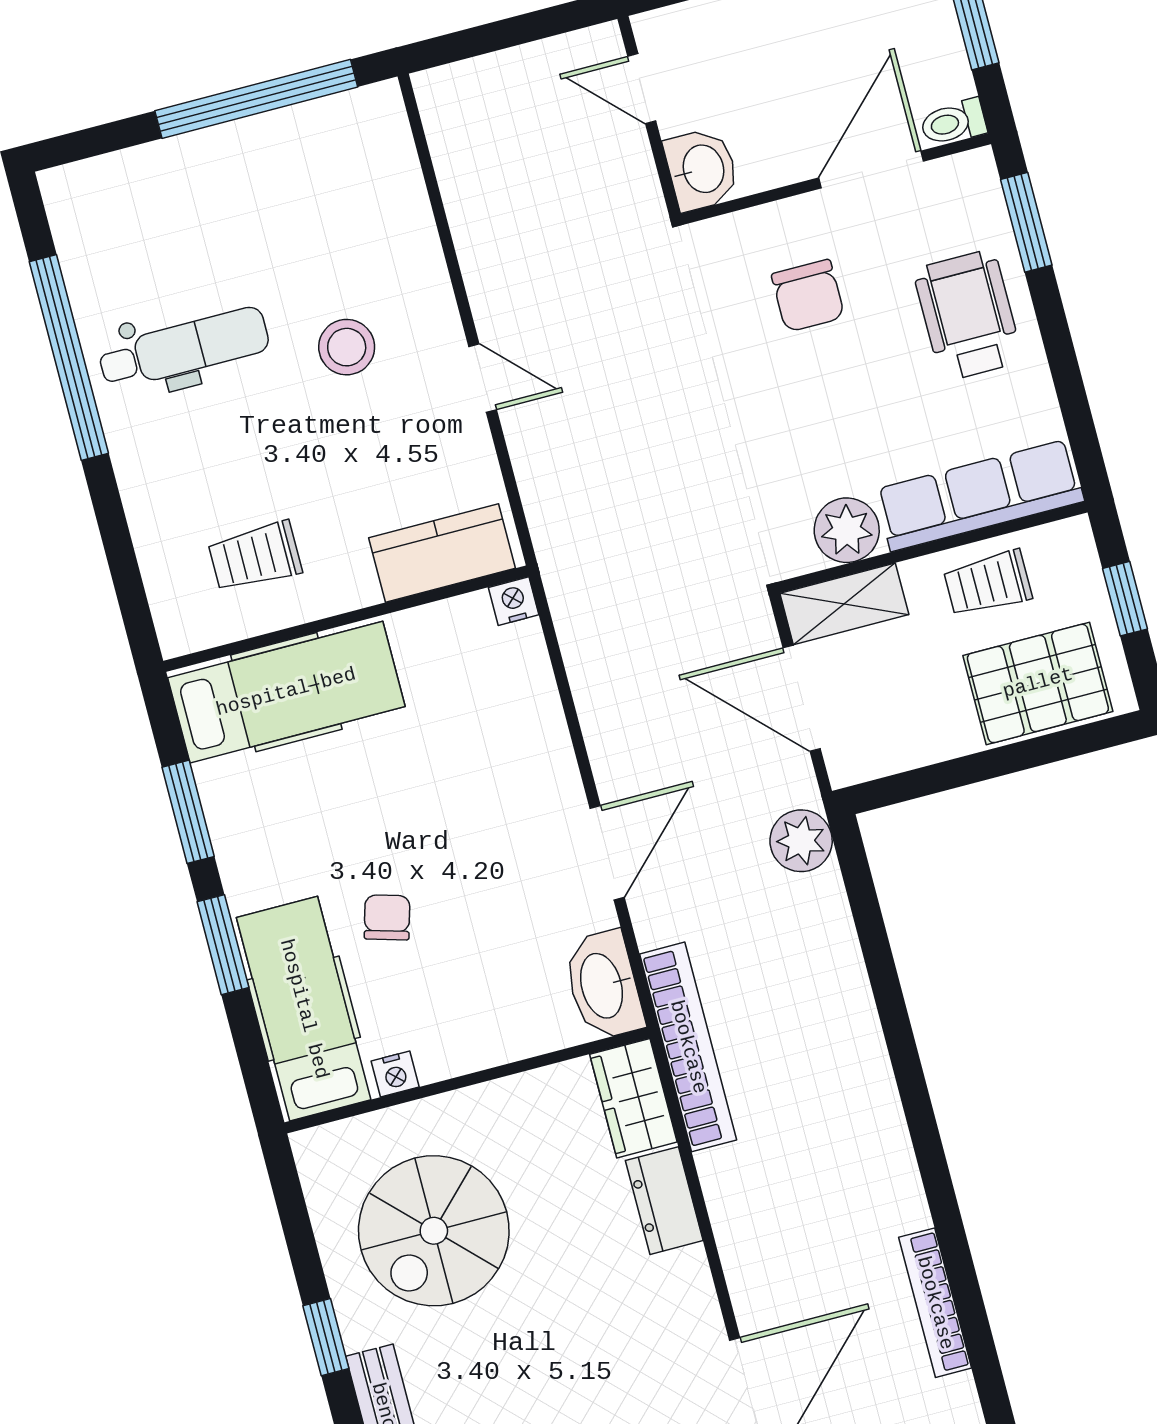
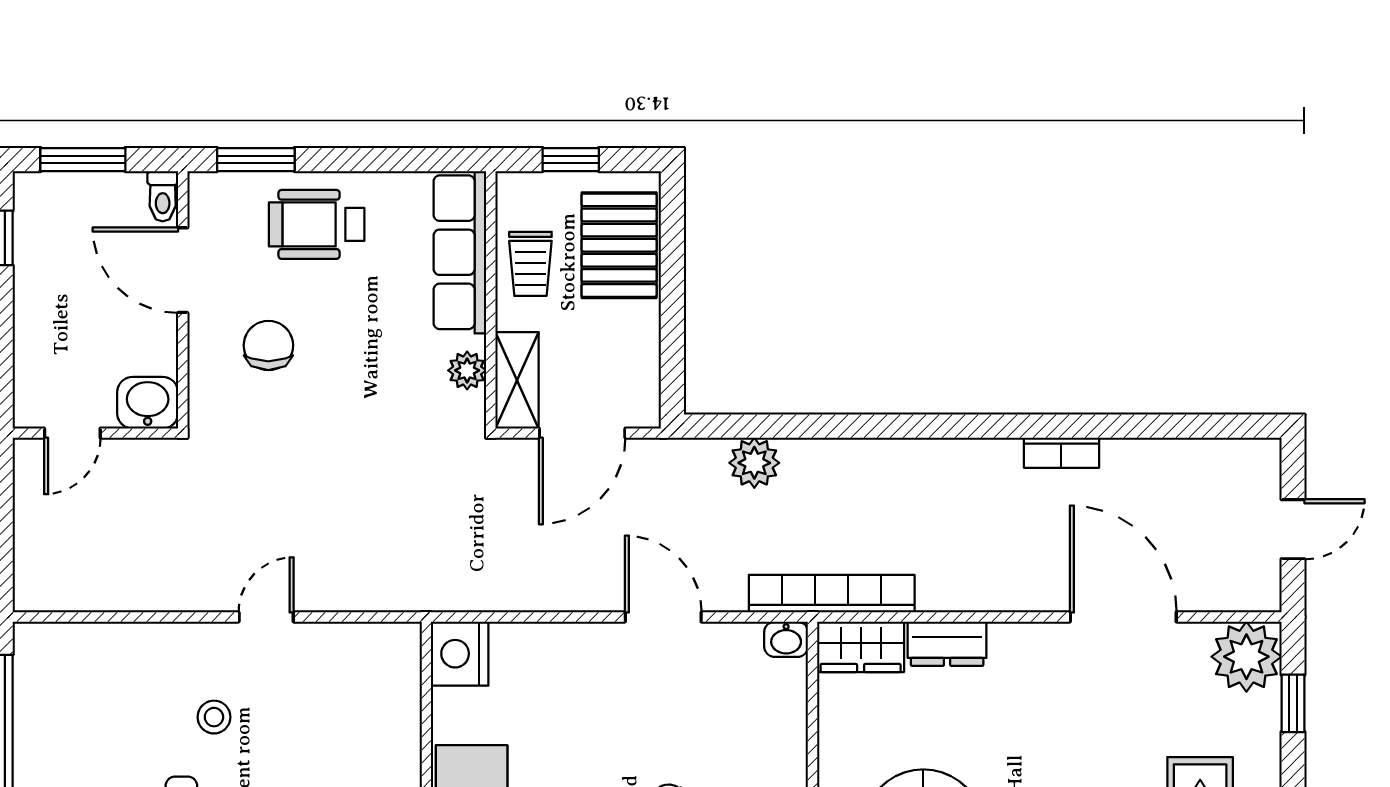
chair: (808, 296) -> (268, 345), turned -90
stool: (347, 347) -> (214, 717), width x0.73, depth x0.73
plant: (847, 530) -> (467, 370), width x0.73, depth x0.73
kitchen counter: (442, 553) -> (395, 685), removed
nightstand: (514, 601) -> (460, 654), width x1.89, depth x1.79
plant: (801, 841) -> (754, 463), moved
washbasin: (603, 985) -> (786, 639), width x0.52, depth x0.69
bookcase: (935, 1303) -> (1061, 453), width x0.64

